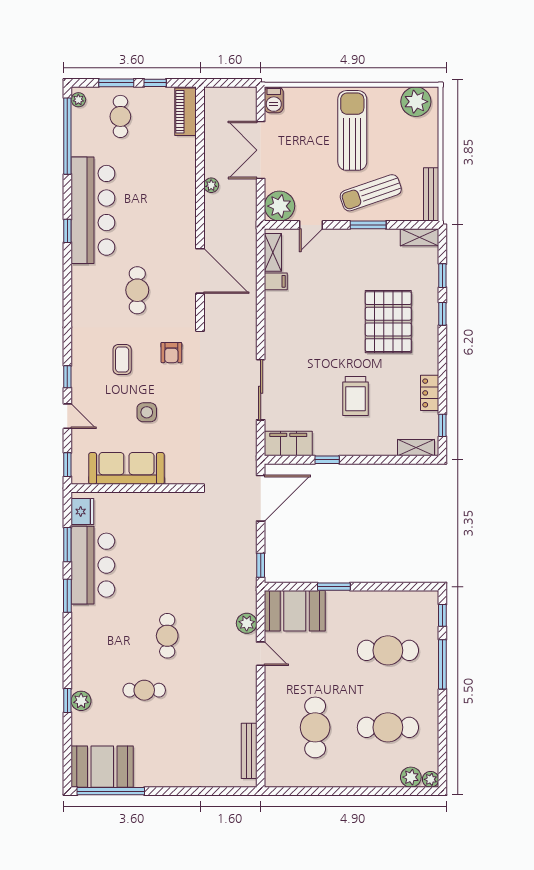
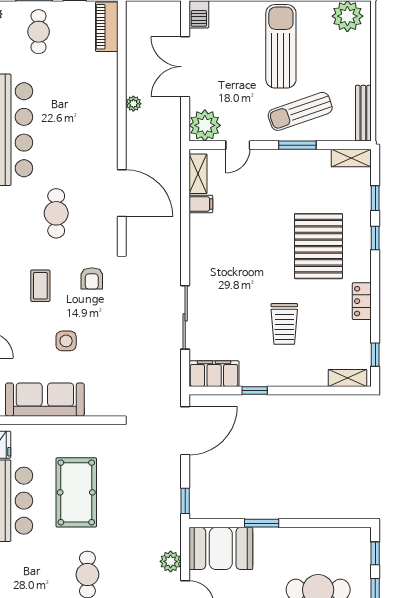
locker: (430, 393) -> (362, 301), moved
pool table: (156, 557) -> (76, 492), added

